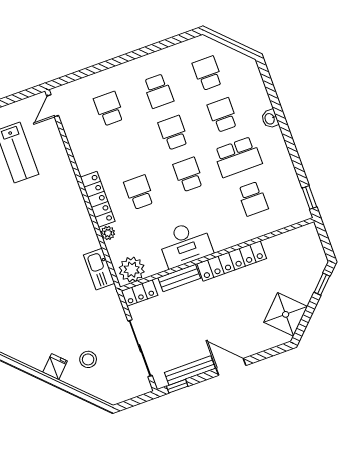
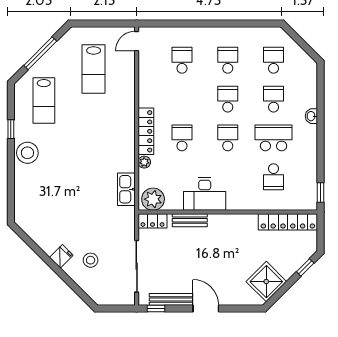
school desk: (158, 91) -> (228, 60), turned 180
school desk: (238, 157) -> (274, 138), turned 180
locker: (232, 261) -> (288, 222), moved

